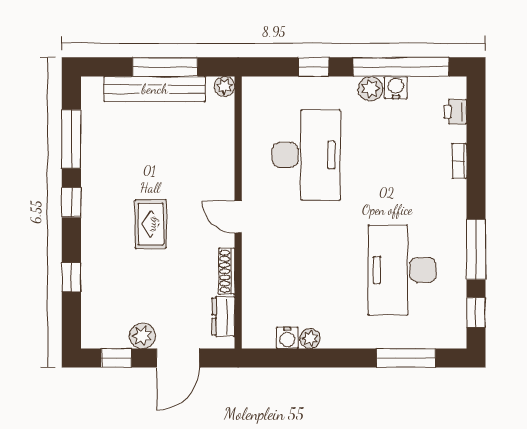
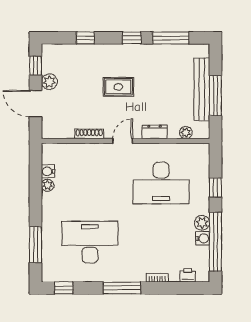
plant: (225, 86) -> (186, 133), moved
window: (476, 249) -> (122, 288), moved
dresser: (223, 317) -> (155, 132), moved

